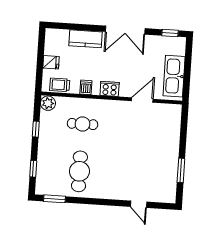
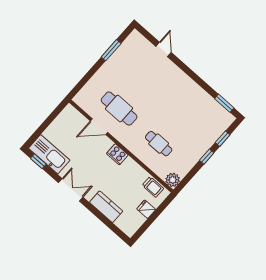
double door: (125, 30) -> (71, 190), width x0.73
kitchen sink: (174, 76) -> (49, 154), moved, turned -90
dishwasher: (86, 87) -> (134, 169), removed
window: (36, 129) -> (207, 157), moved
cafe table: (79, 171) -> (119, 109), moved, turned 90

